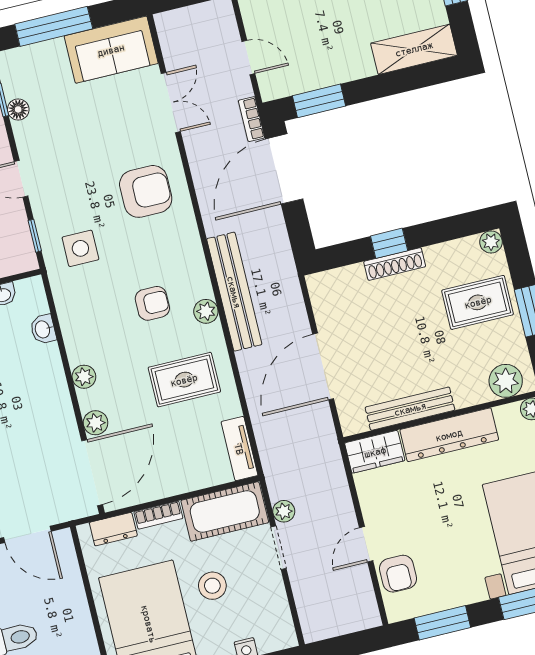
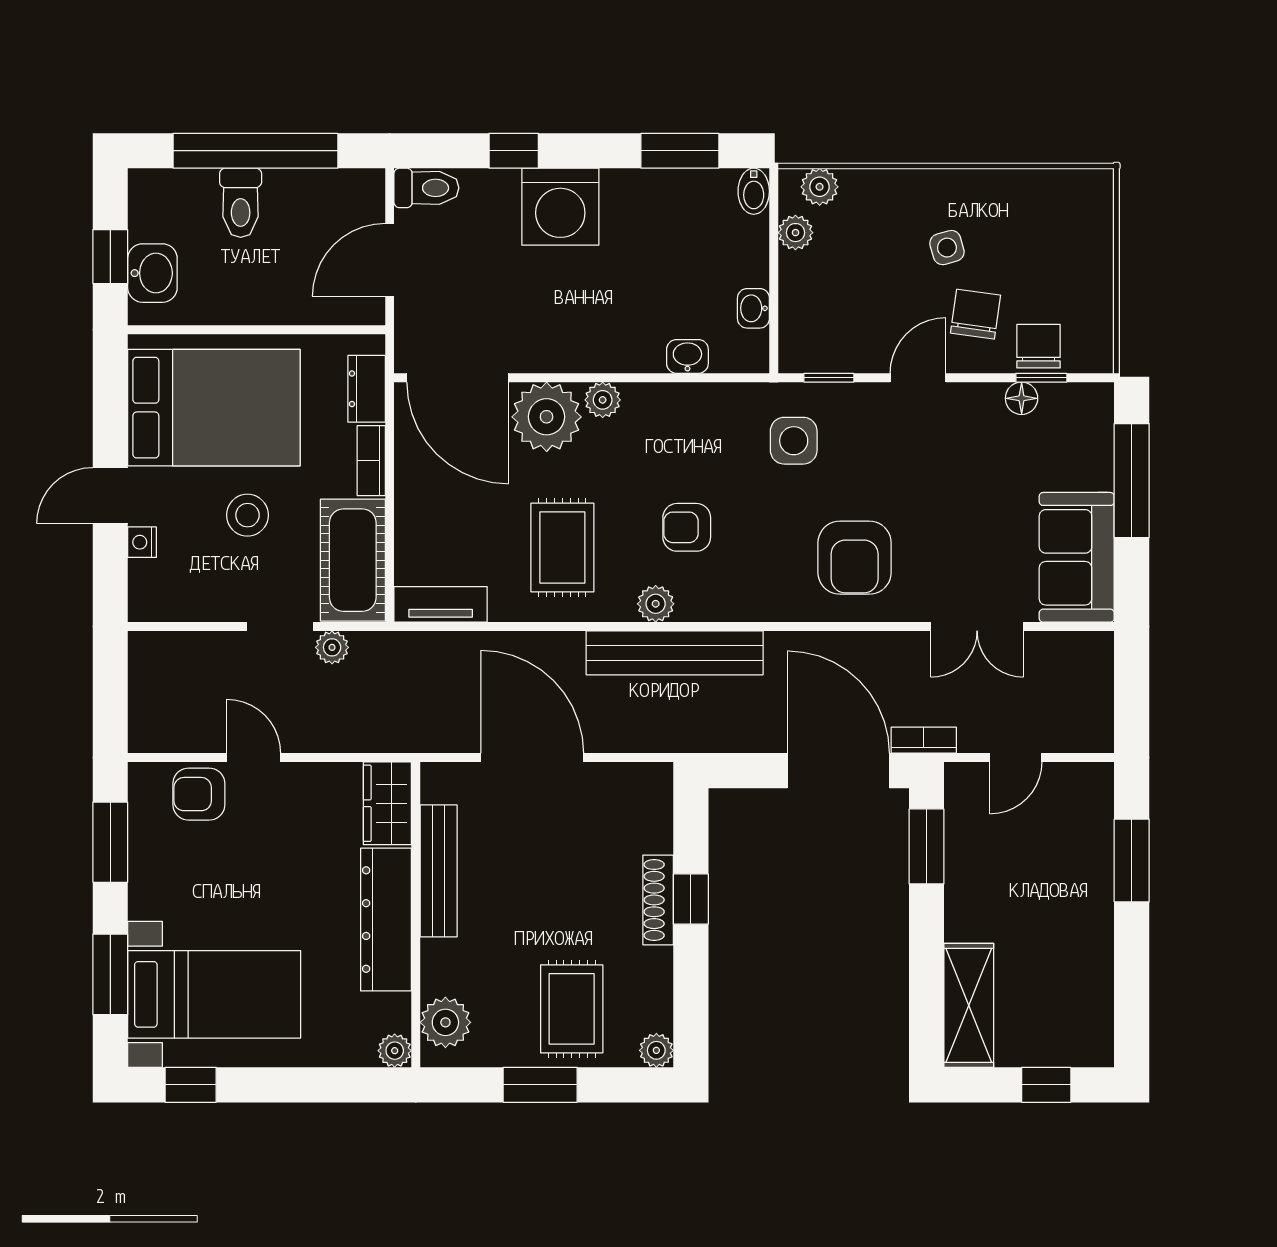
armchair: (152, 303) -> (687, 527), turned 90
plant: (96, 423) -> (547, 417), width x1.87, depth x1.87

